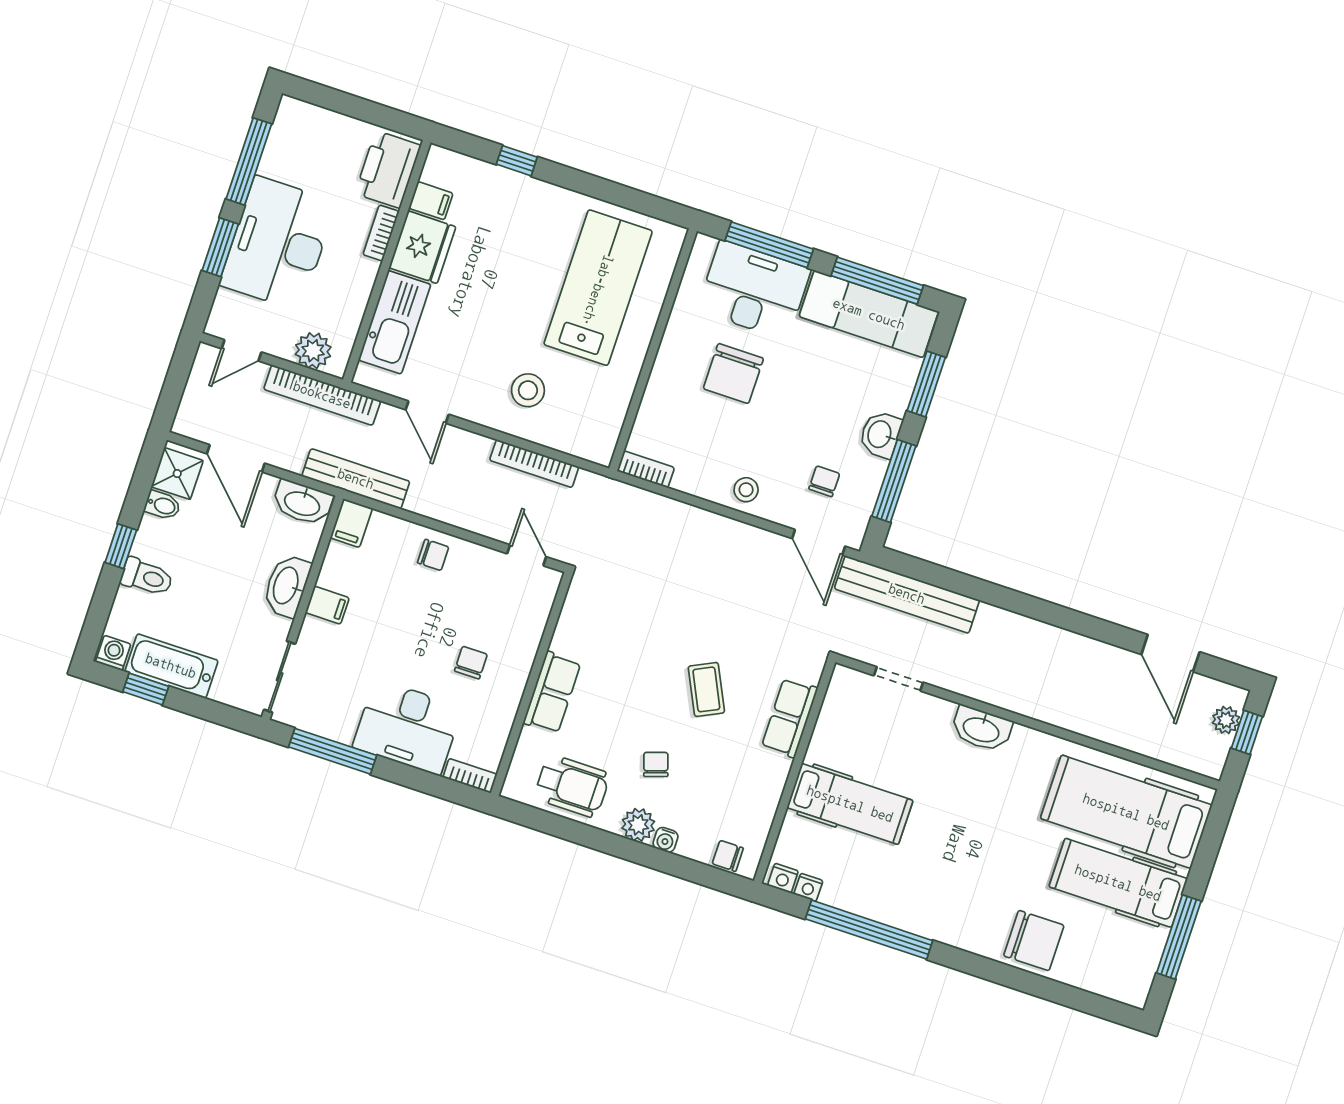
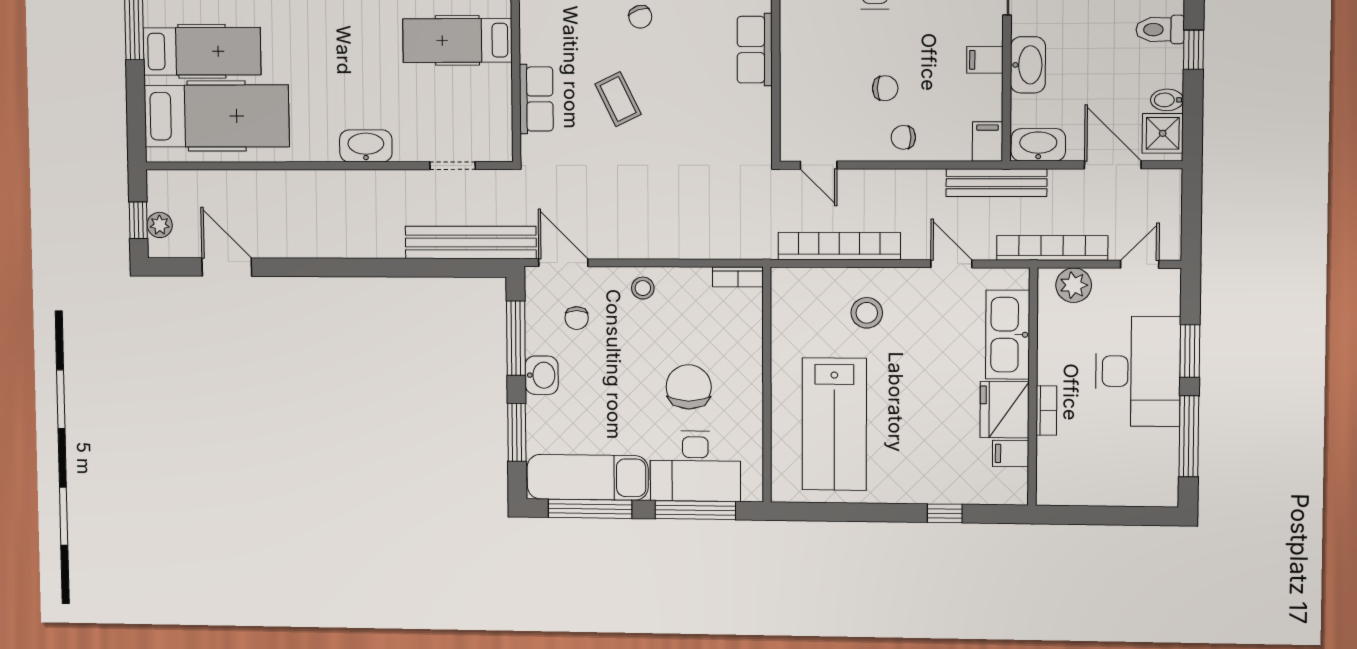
printer: (388, 169) -> (1059, 469), removed
bookcase: (534, 464) -> (839, 246), width x1.48, depth x1.31
chair: (471, 663) -> (885, 88), moved, turned -90

